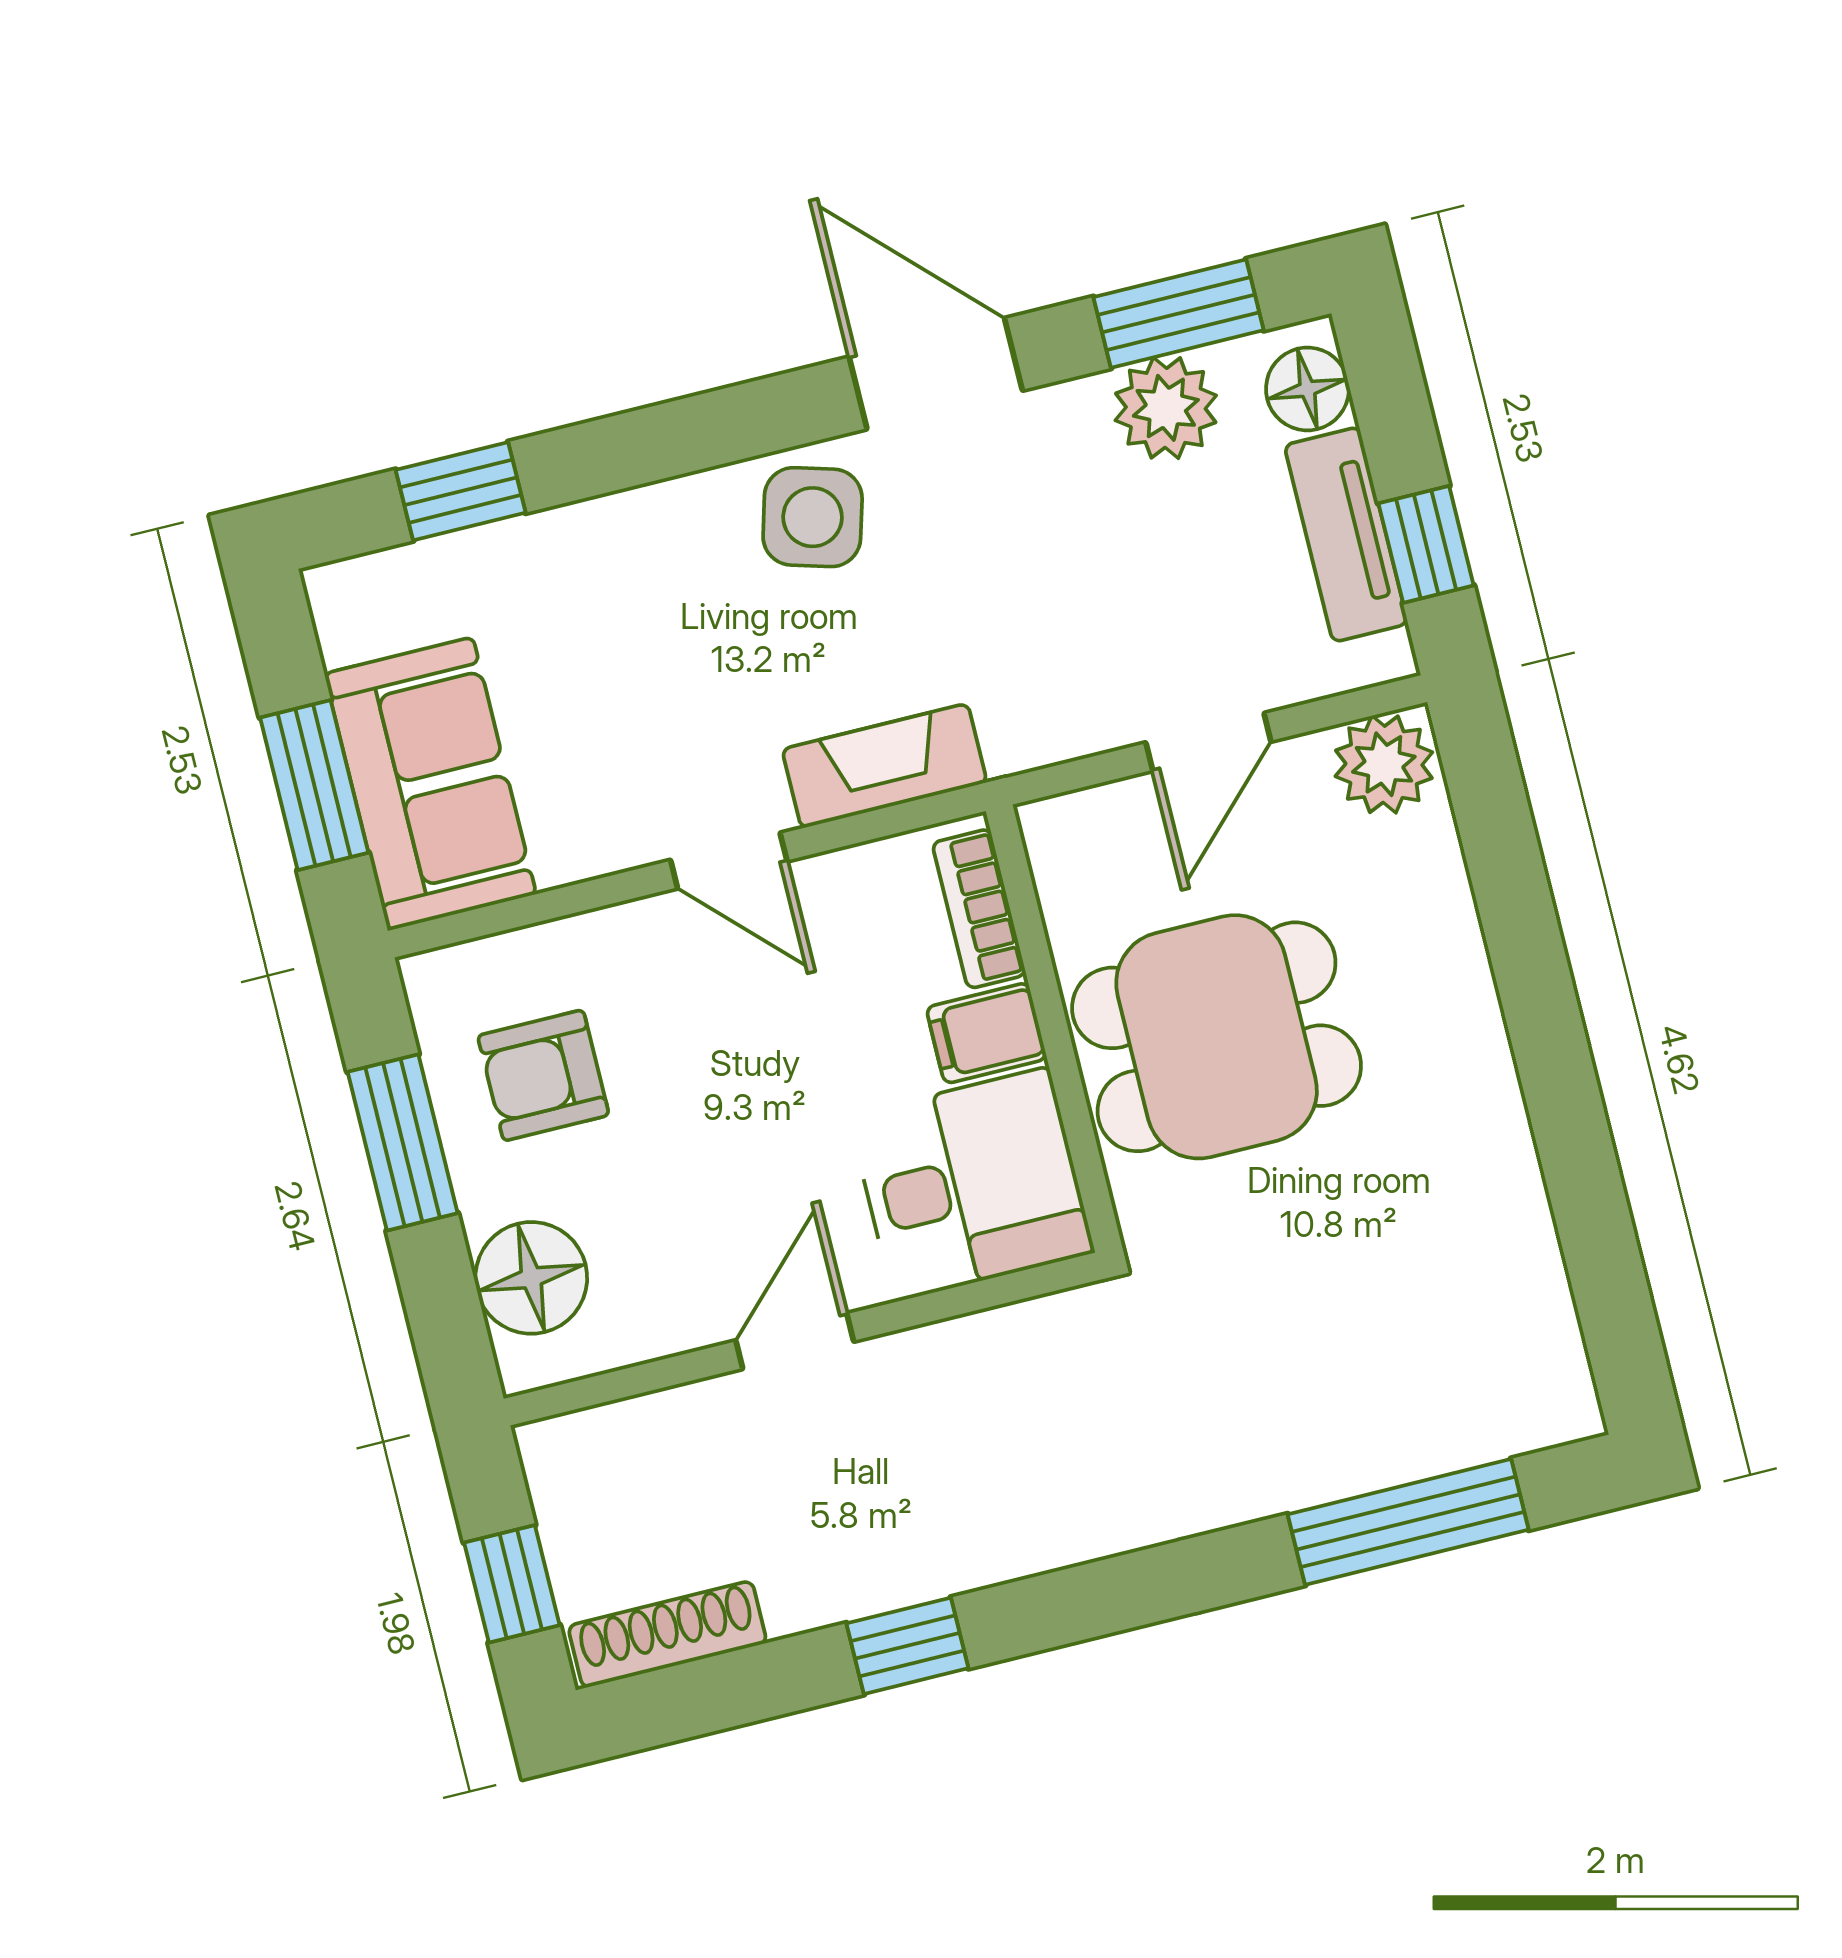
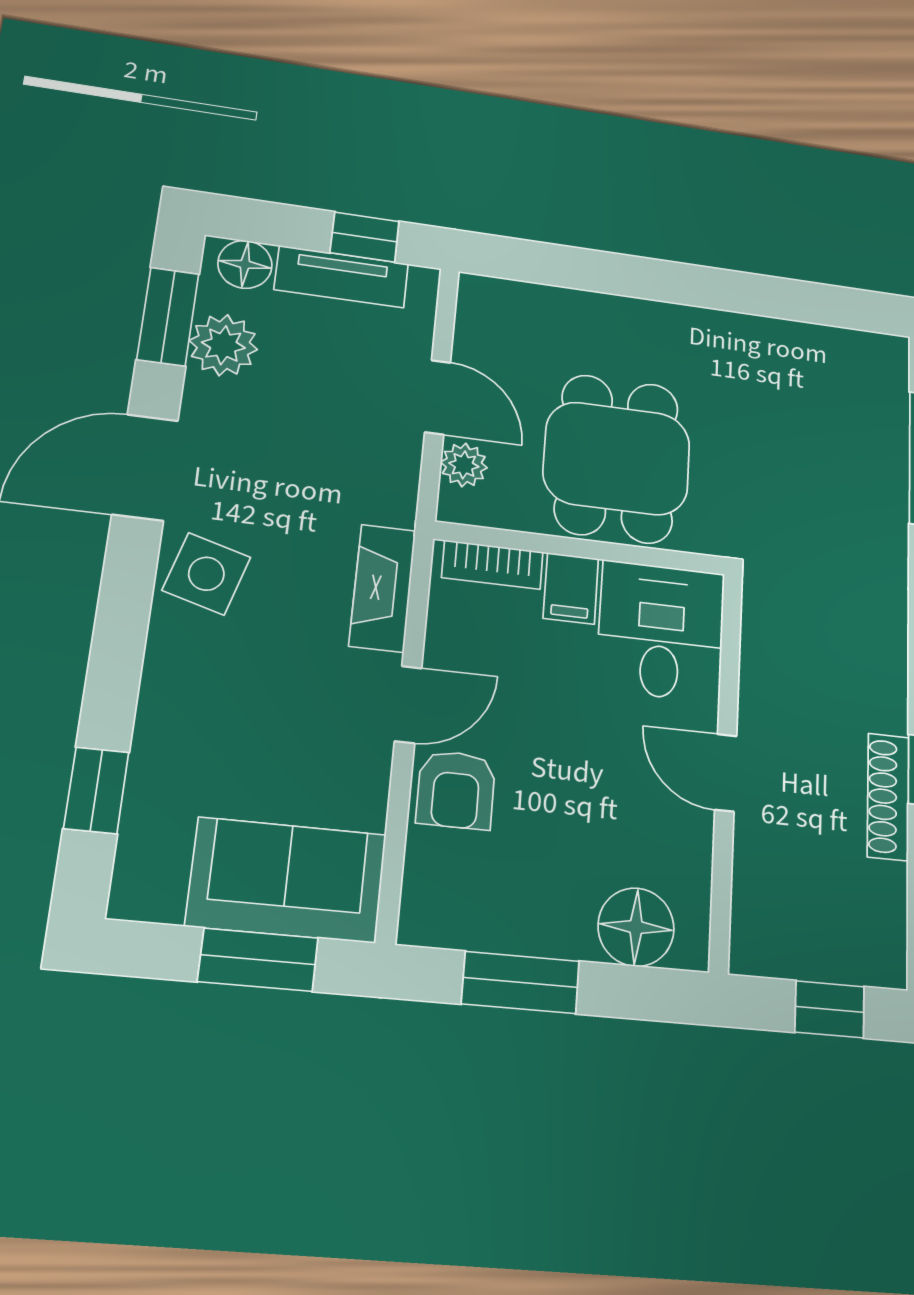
plant: (1384, 764) -> (464, 465), moved, width x0.73, depth x0.73
armchair: (543, 1075) -> (456, 790), moved
shoe rack: (667, 1634) -> (888, 797), moved

